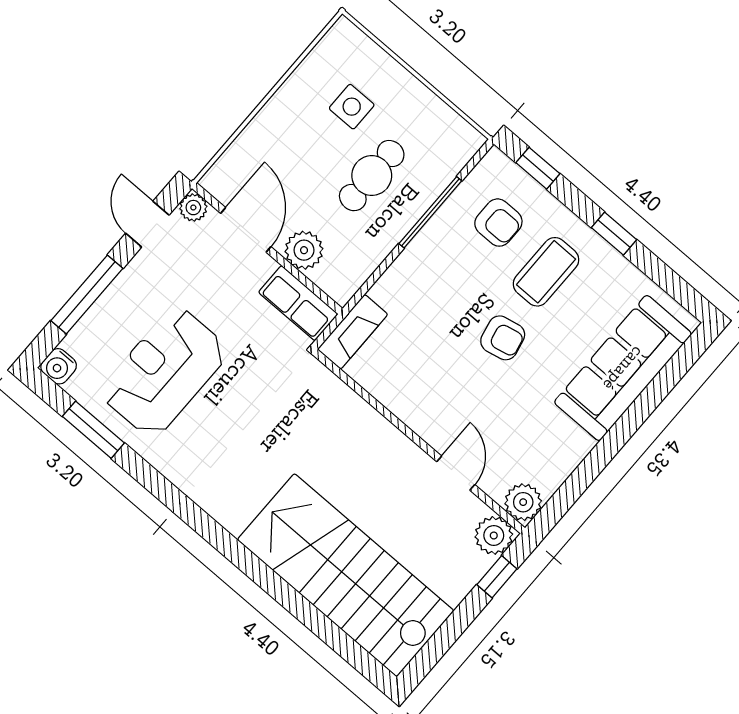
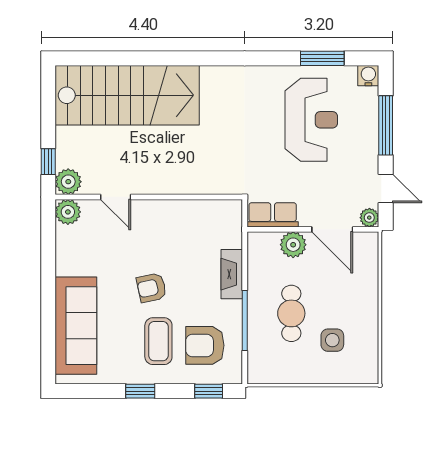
armchair: (498, 223) -> (205, 345), width x1.38, depth x1.38
fireplace: (353, 332) -> (232, 274), moved

